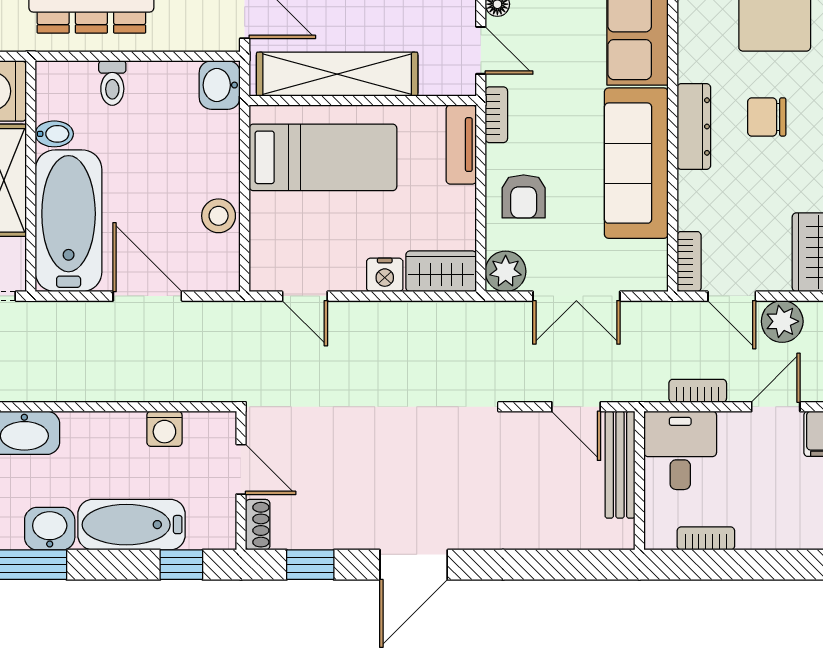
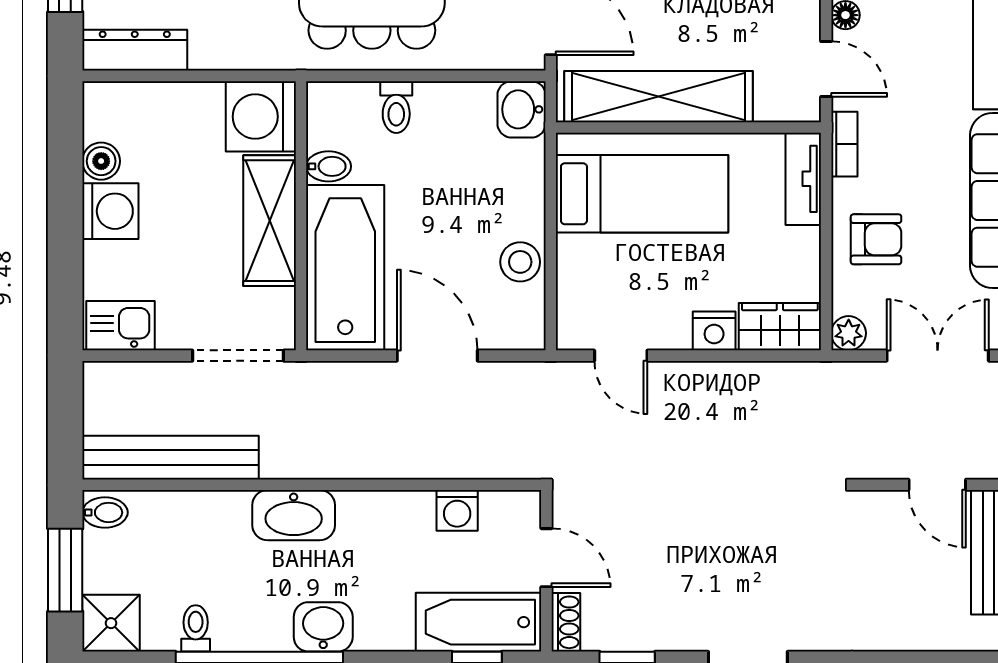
armchair: (524, 196) -> (876, 239), turned -90
plant: (506, 271) -> (849, 333), width x0.73, depth x0.73
double door: (576, 296) -> (938, 356), swing flipped
bathtub: (132, 525) -> (479, 622), moved

